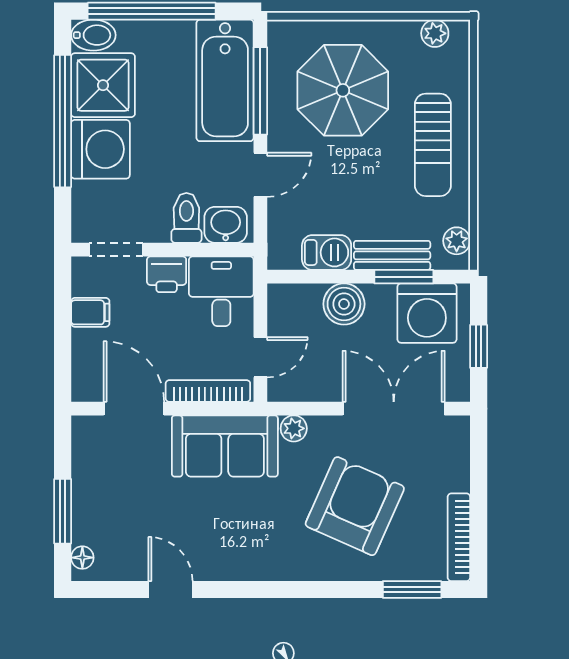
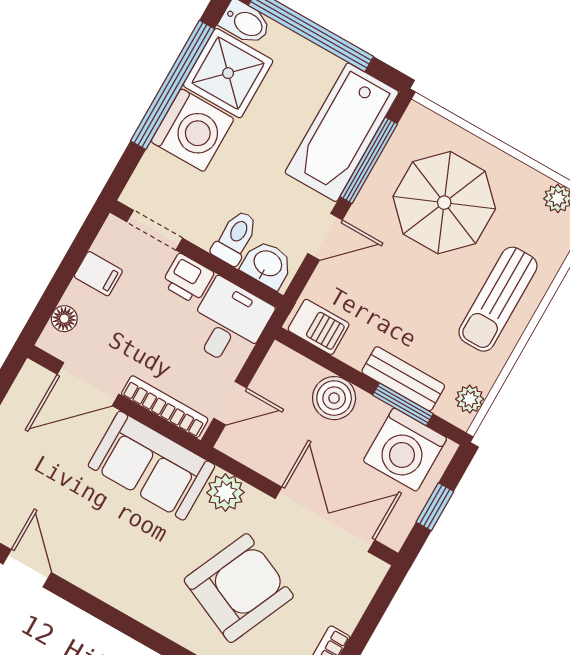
barbecue: (327, 252) -> (319, 327), moved
floor lamp: (83, 366) -> (64, 319), added
door: (134, 409) -> (88, 384), swing flipped
plant: (294, 428) -> (225, 493), width x1.38, depth x1.38

